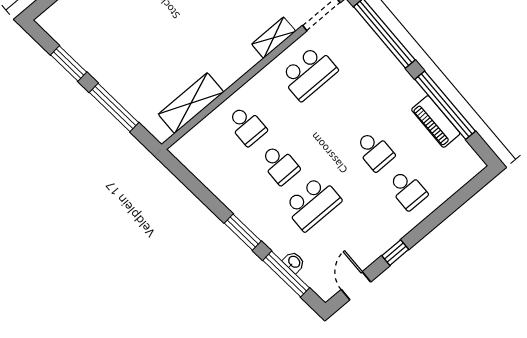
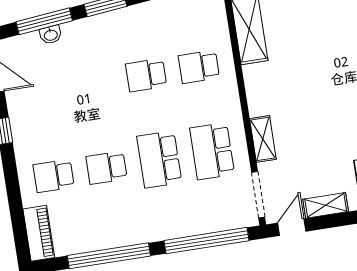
piano: (436, 121) -> (39, 233), moved, turned 90
school desk: (312, 203) -> (159, 159), moved

